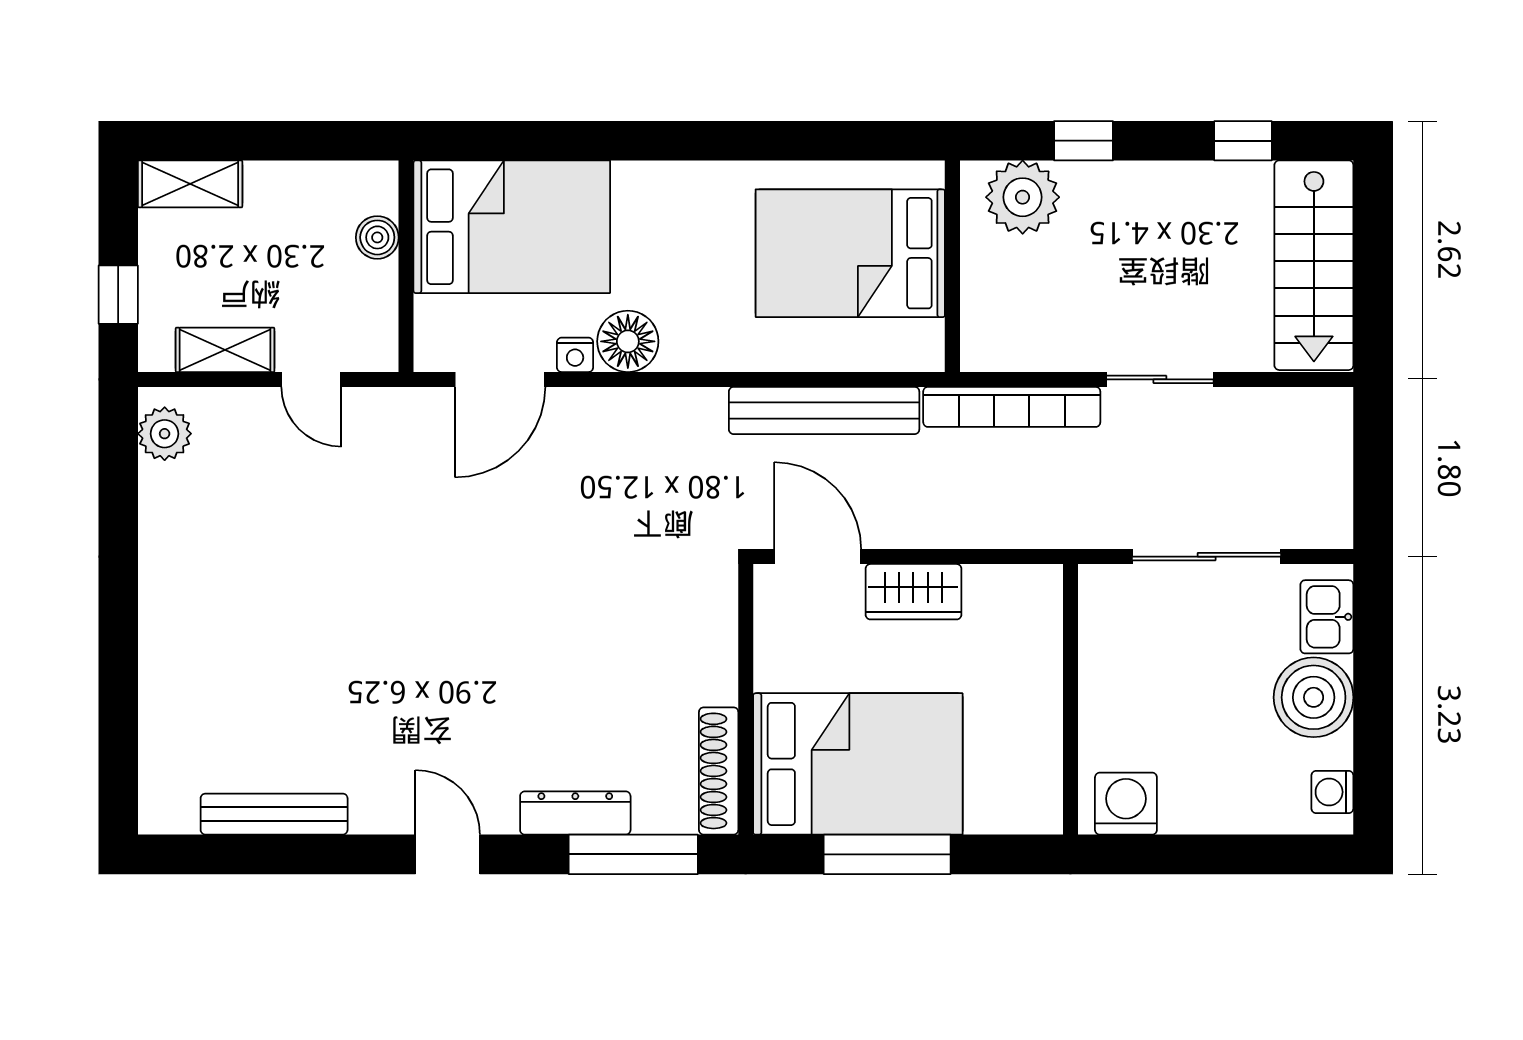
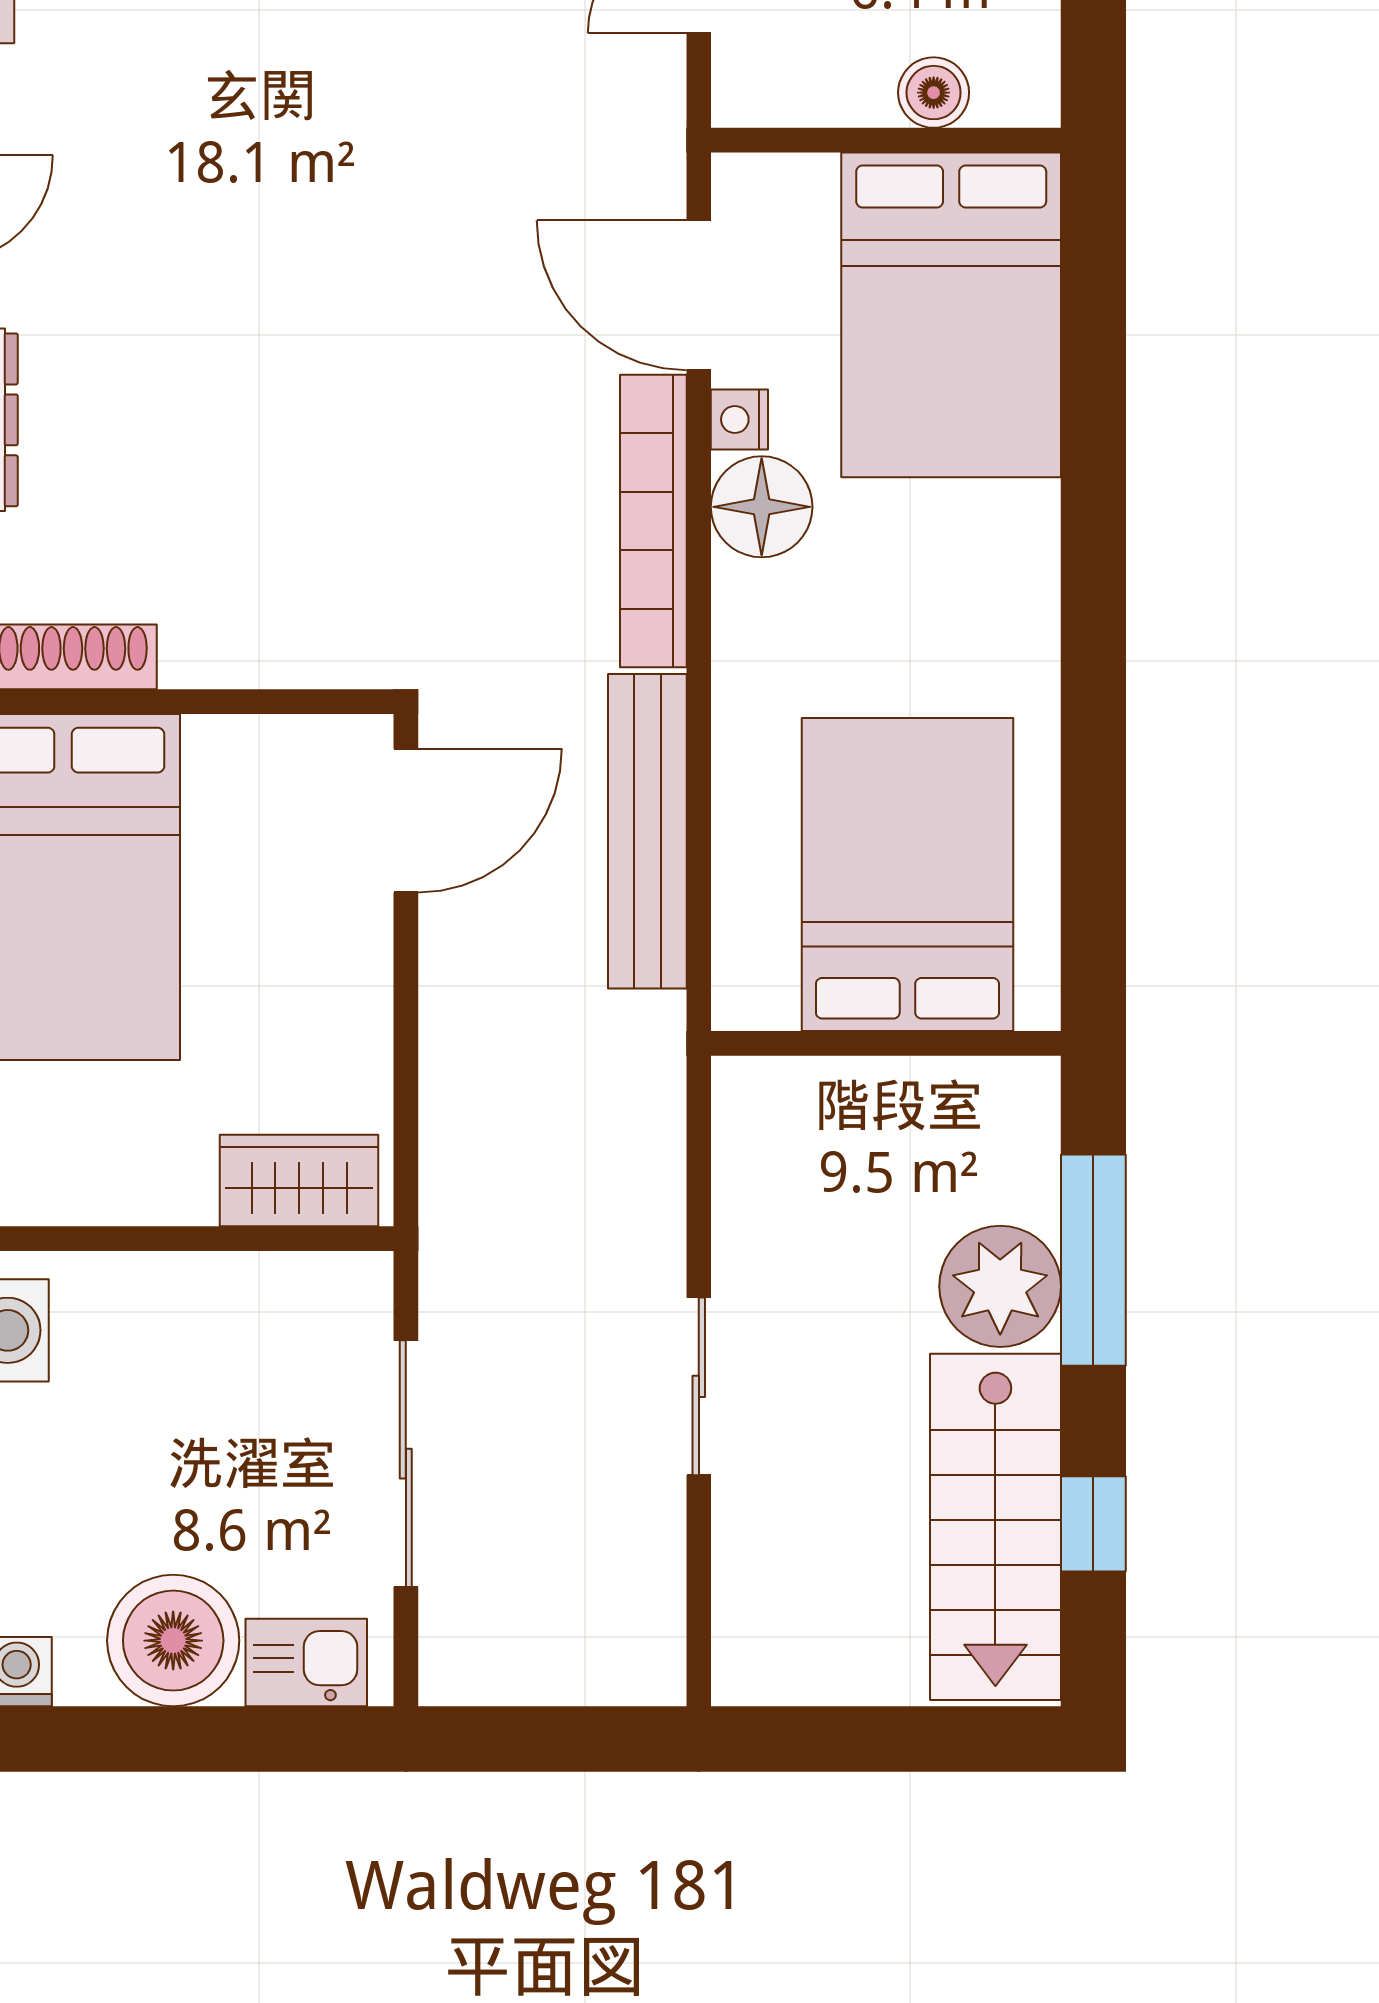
window: (1084, 141) -> (1093, 1260), width x2.17
plant: (1023, 197) -> (1000, 1286), moved
stairs: (1314, 265) -> (995, 1527), moved, turned -90
bookcase: (1012, 407) -> (653, 521), moved
wardrobe: (913, 592) -> (299, 1181), moved, turned 90

